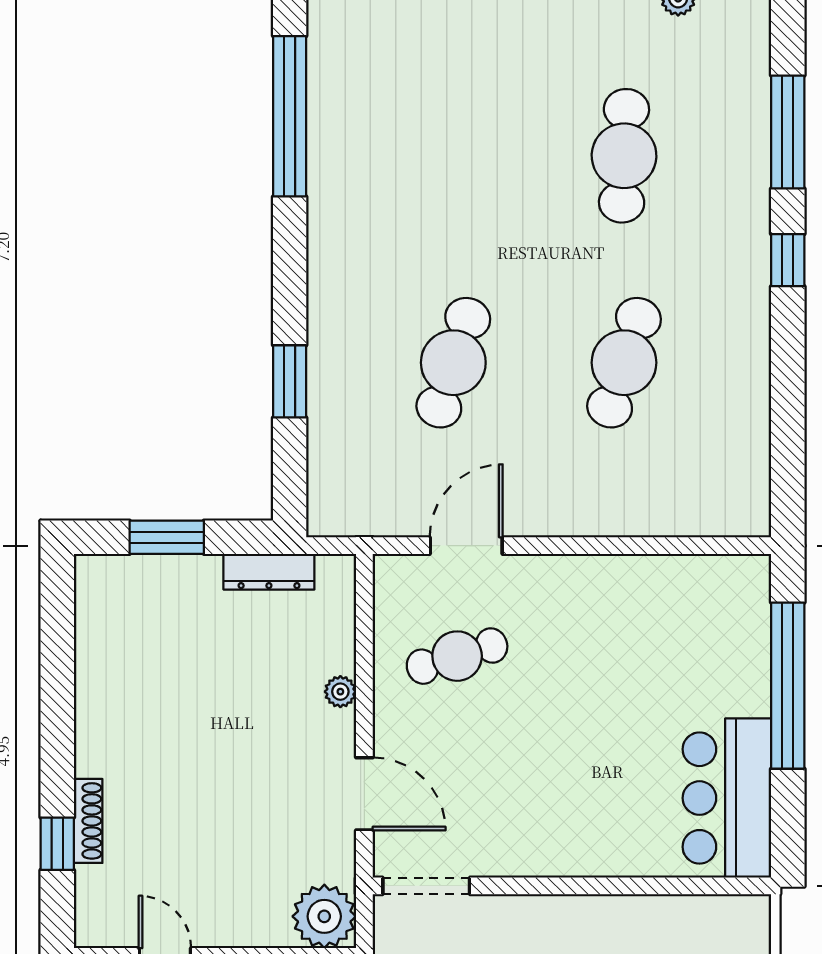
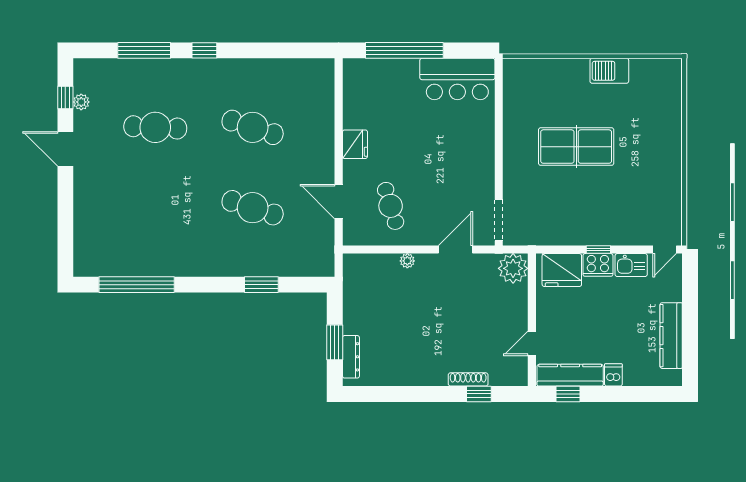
dresser: (269, 572) -> (351, 357), moved
fridge: (588, 580) -> (355, 144), added

